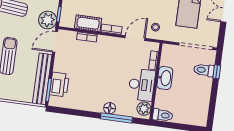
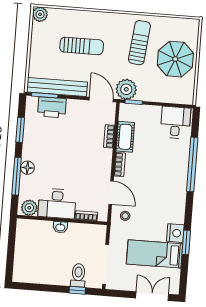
washbasin: (165, 78) -> (60, 227), width x0.52, depth x0.69
window: (77, 113) -> (20, 130), added
toilet: (163, 115) -> (23, 230), removed

